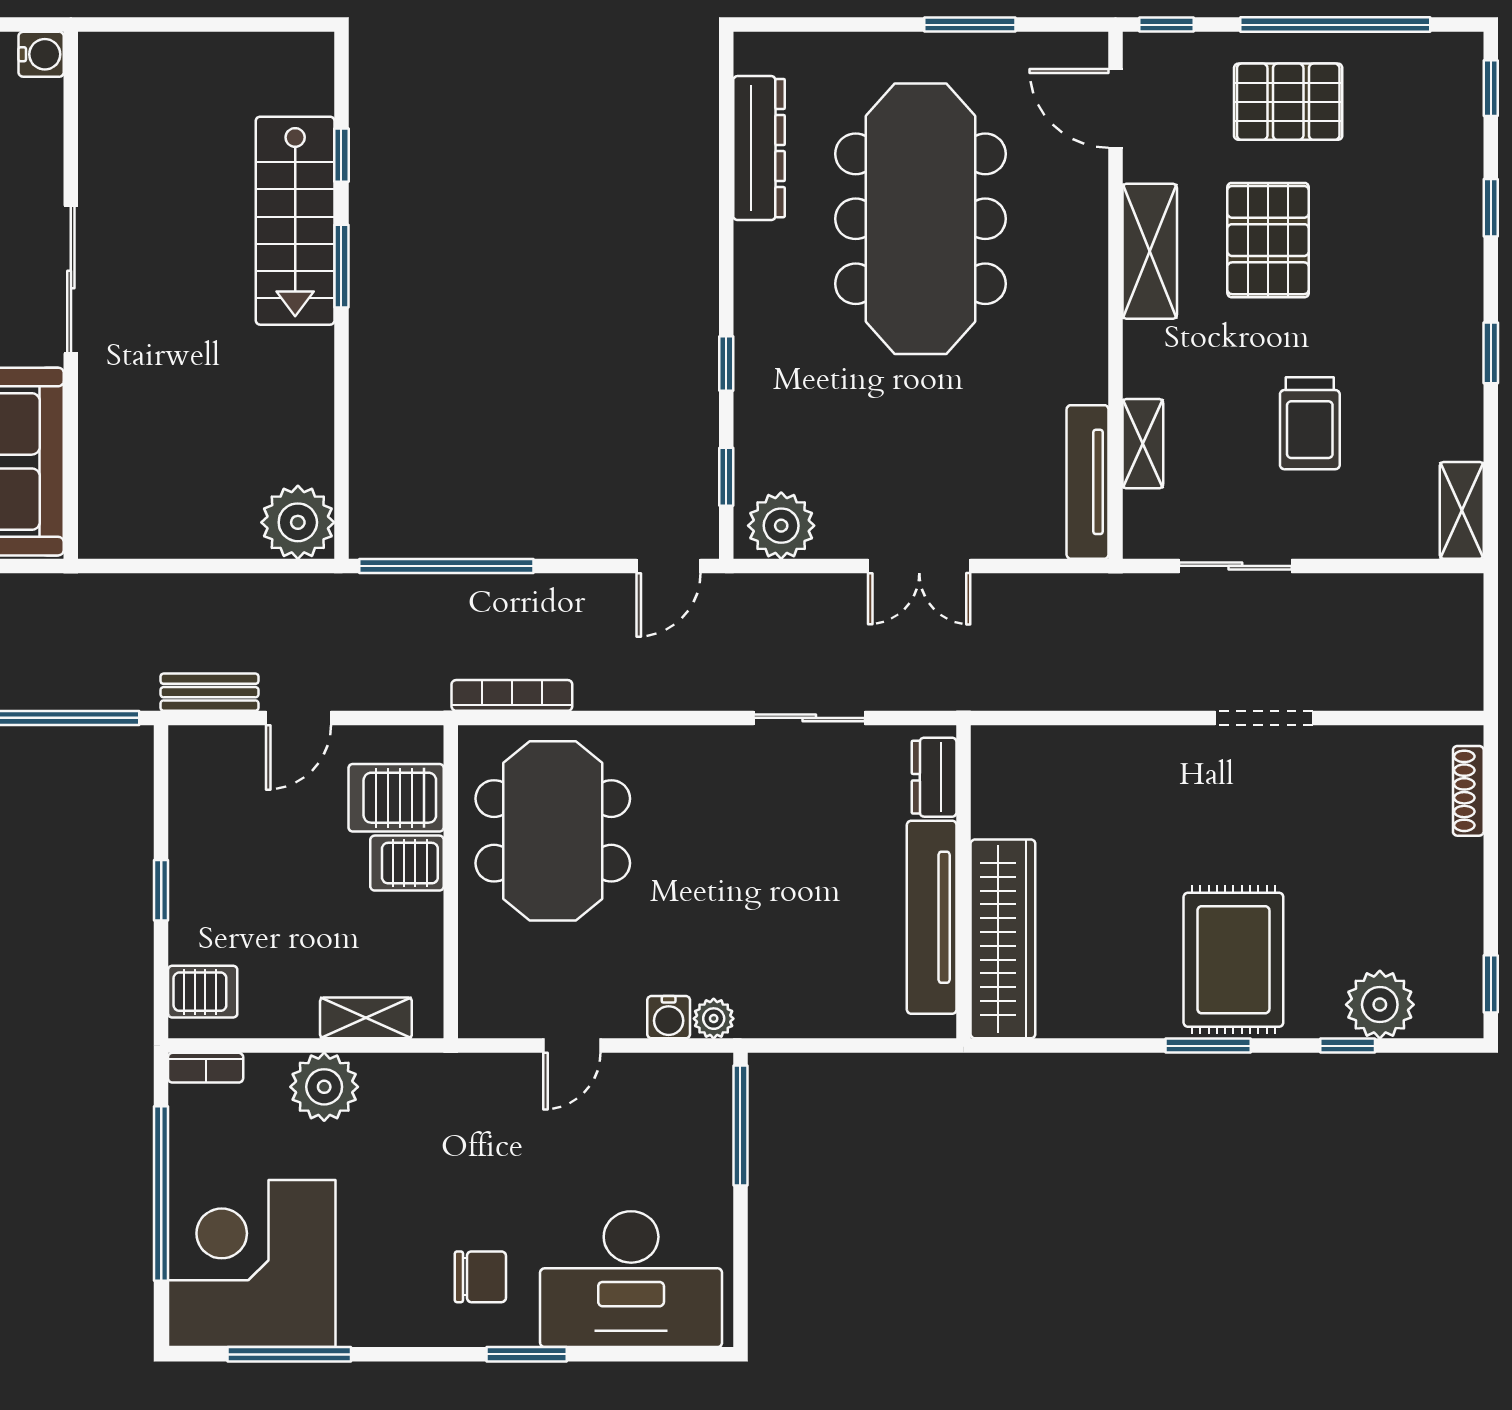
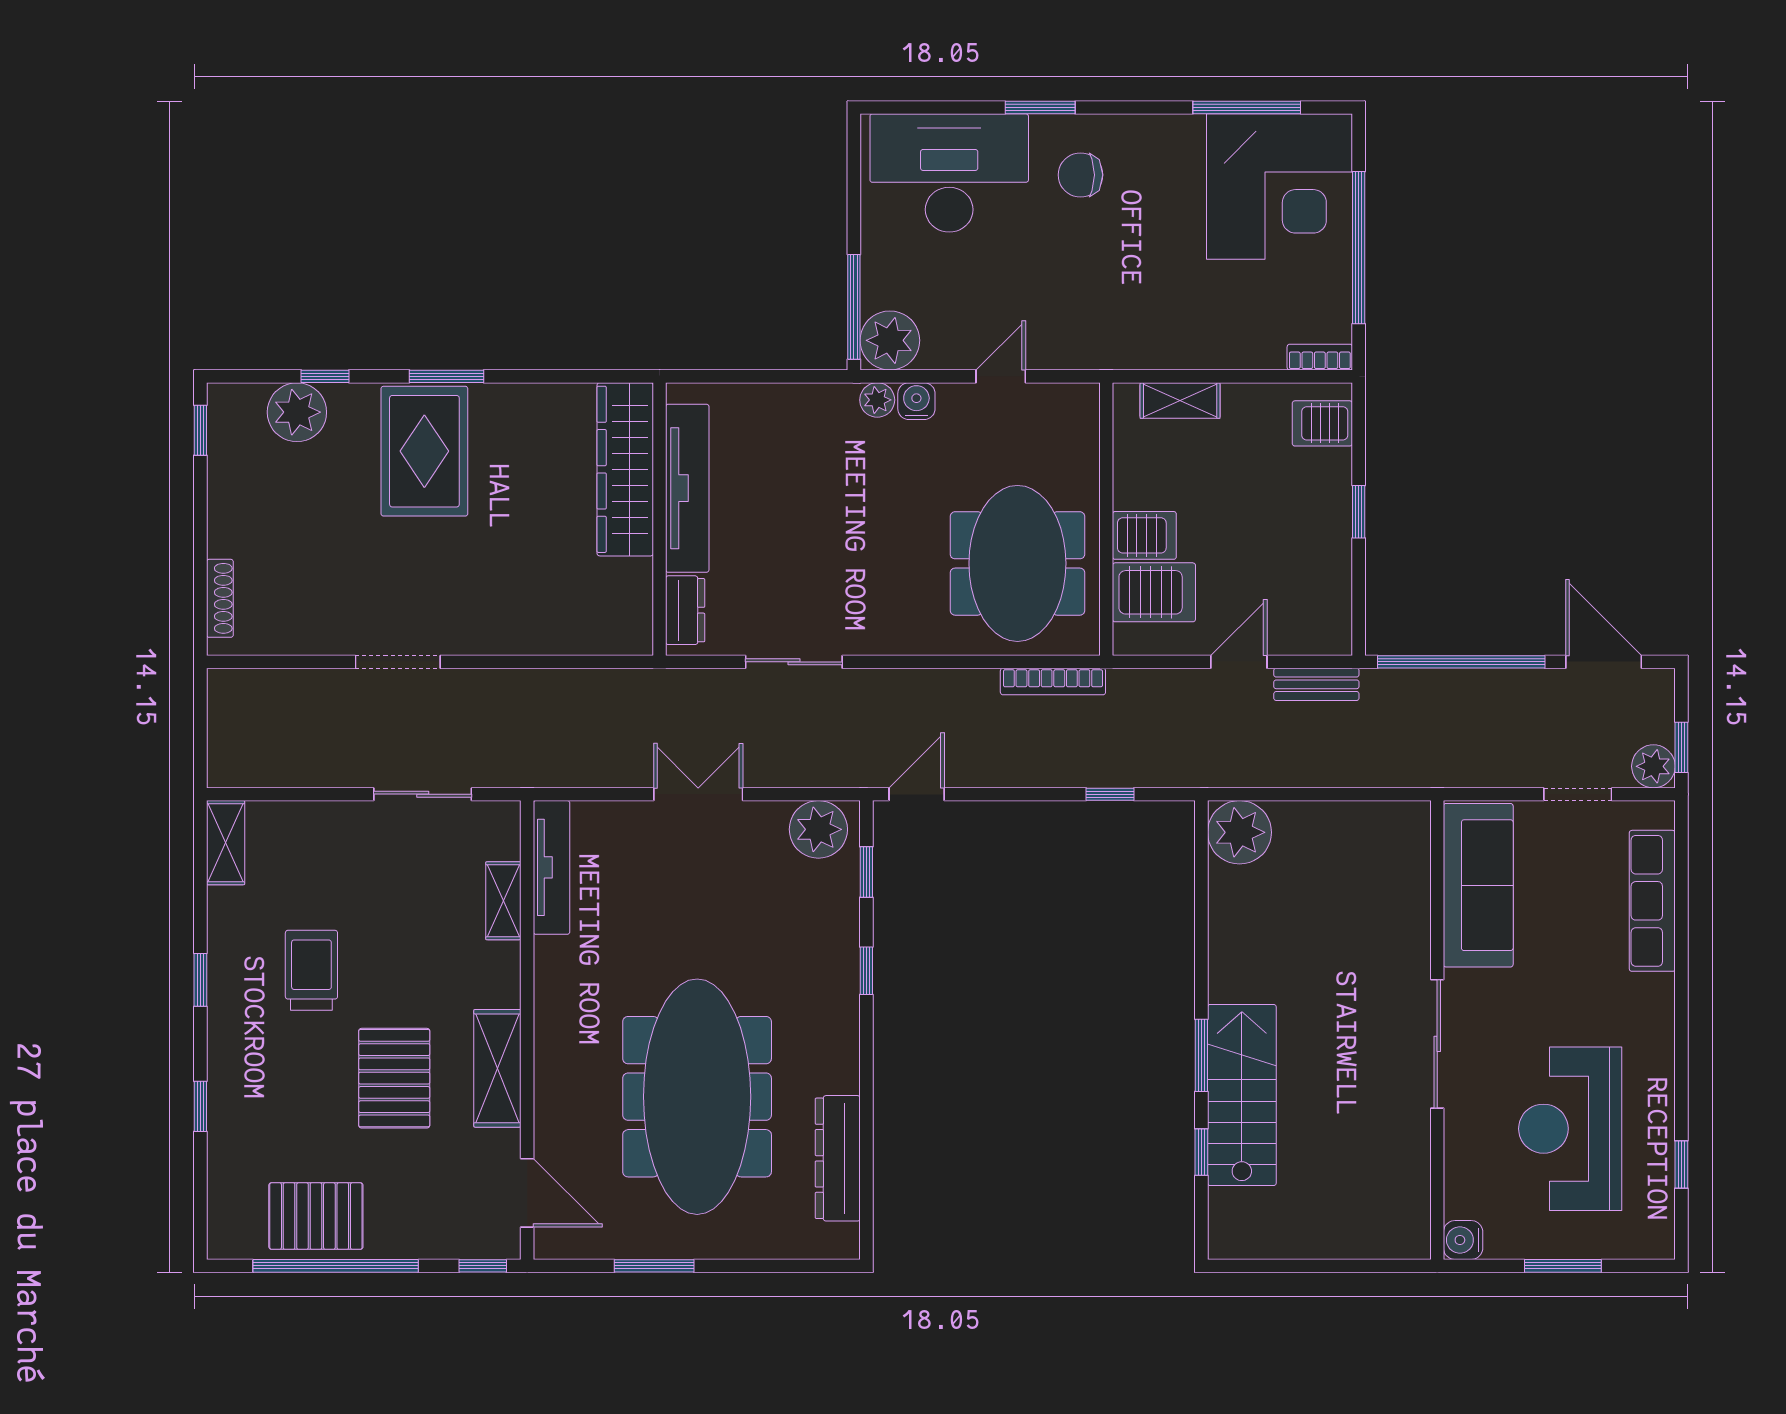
window: (1491, 88) -> (200, 1210), removed
pallet: (1288, 102) -> (316, 1216), moved
trolley: (1310, 423) -> (311, 970), moved
window: (446, 566) -> (1110, 794), width x0.32
plant: (324, 1087) -> (890, 340), moved

